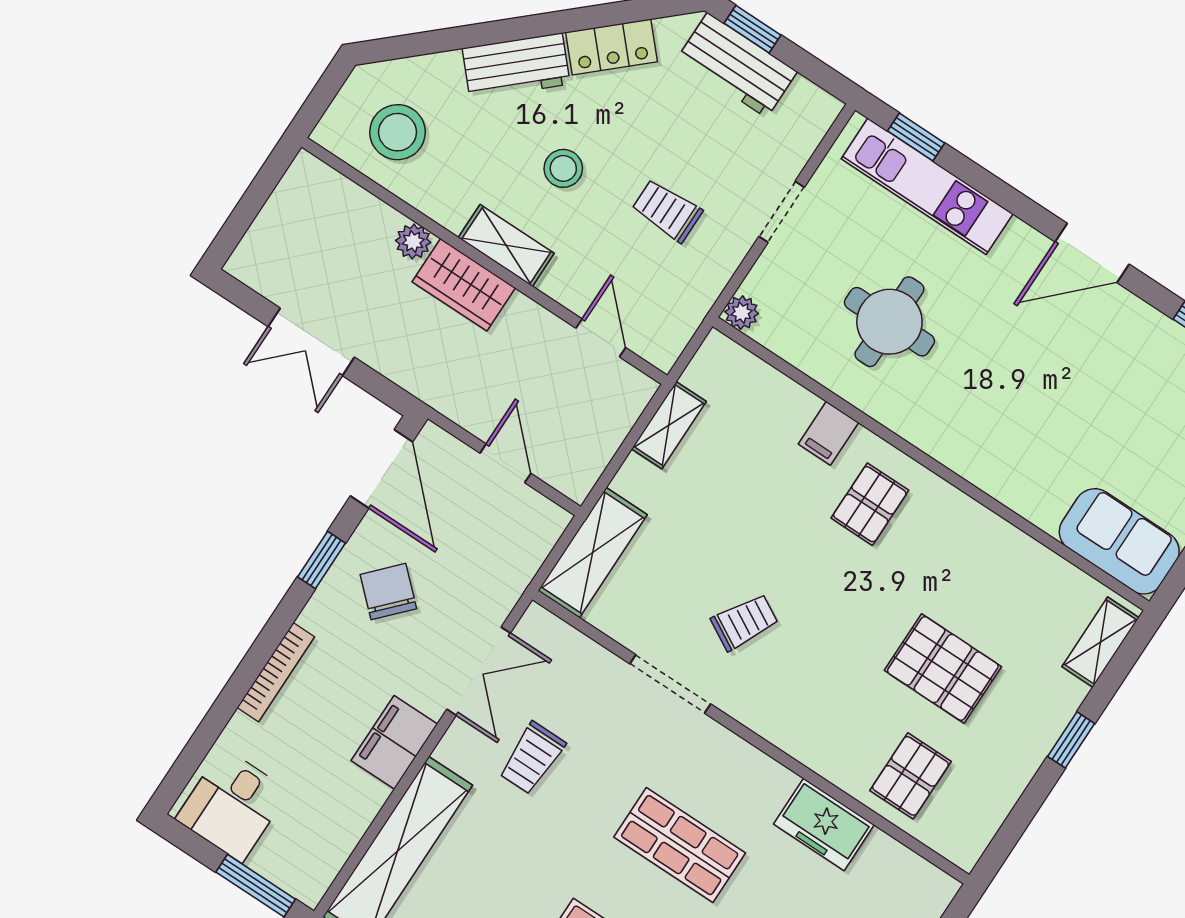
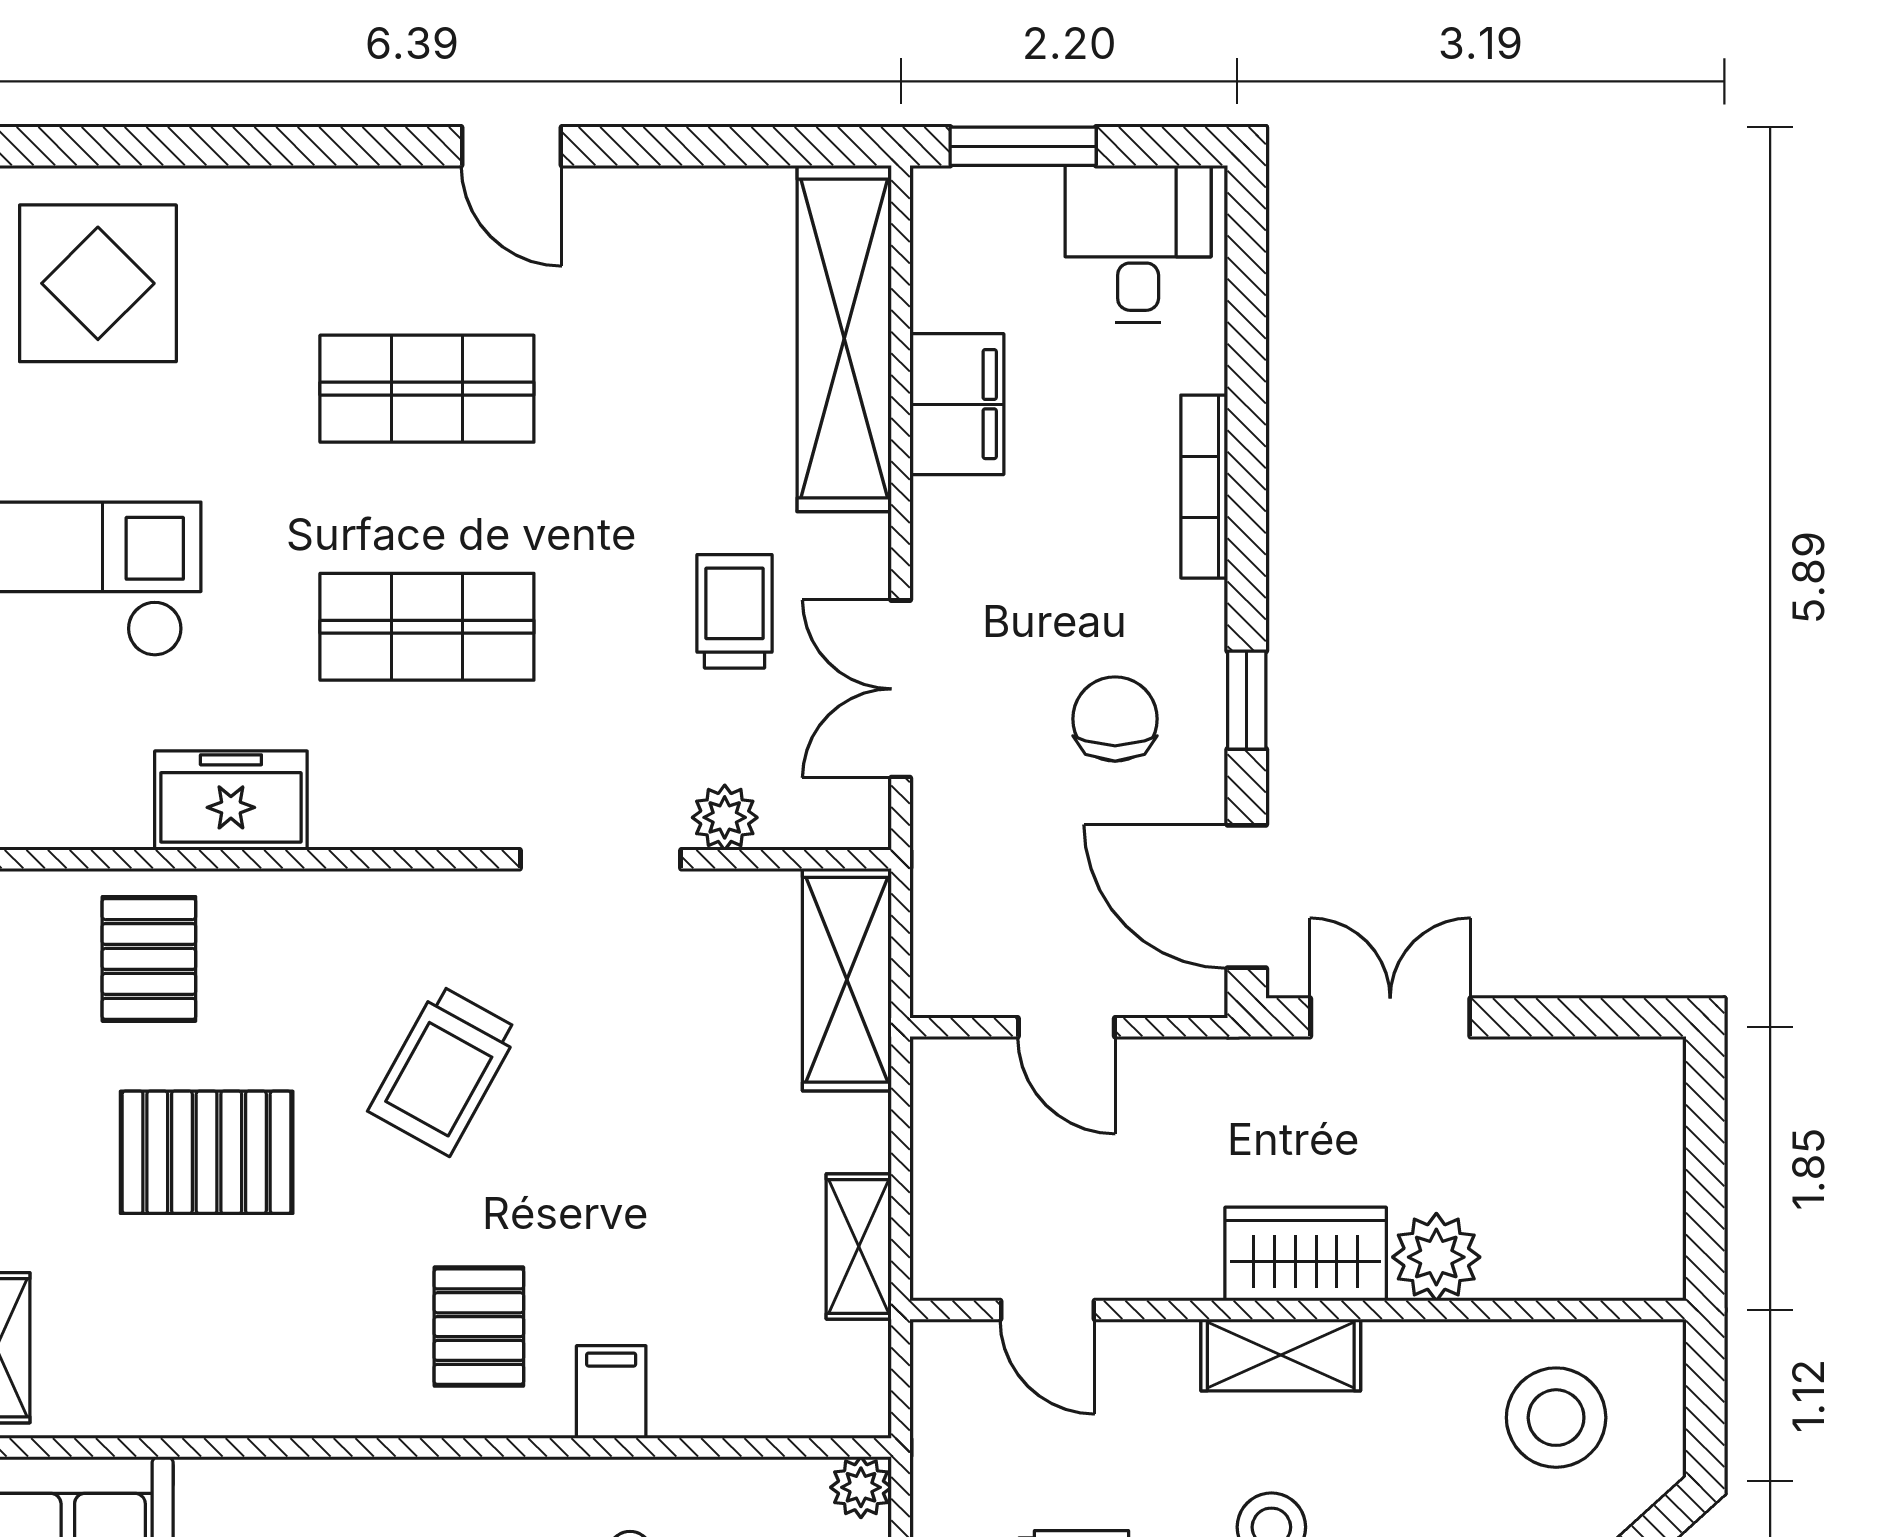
plant: (413, 241) -> (1436, 1257), width x1.38, depth x1.38
double door: (311, 342) -> (1390, 1017), moved
chair: (388, 592) -> (1115, 719), turned -133
trolley: (745, 622) -> (444, 1070), moved, width x1.36, depth x1.39
plant: (600, 665) -> (725, 817), added
filing cabinet: (394, 742) -> (957, 404), moved

